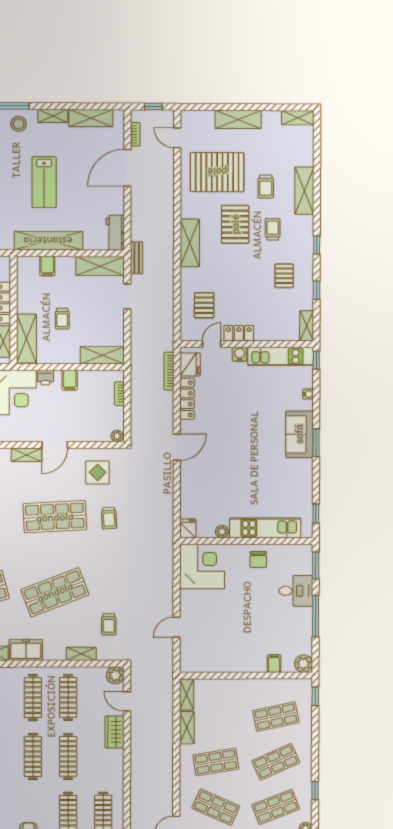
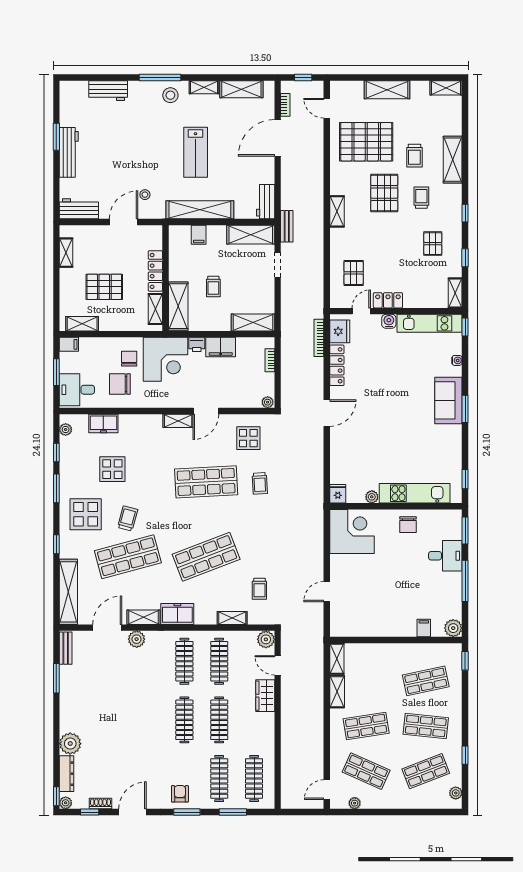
shelving: (190, 243) -> (337, 211), width x0.67, depth x0.75
filing cabinet: (70, 380) -> (221, 347), width x2.00
shop shelf: (276, 762) -> (426, 726), turned 30

